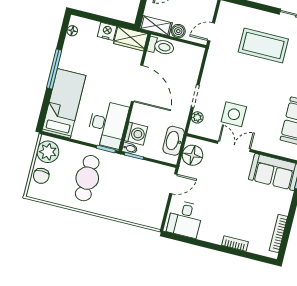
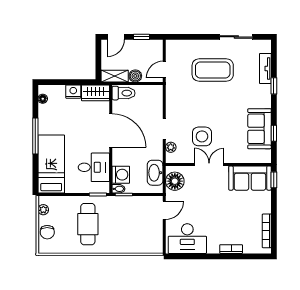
desk: (108, 124) -> (94, 167), width x0.73
plant: (48, 152) -> (43, 210), width x0.53, depth x0.53
desk: (185, 219) -> (187, 239), width x1.37

